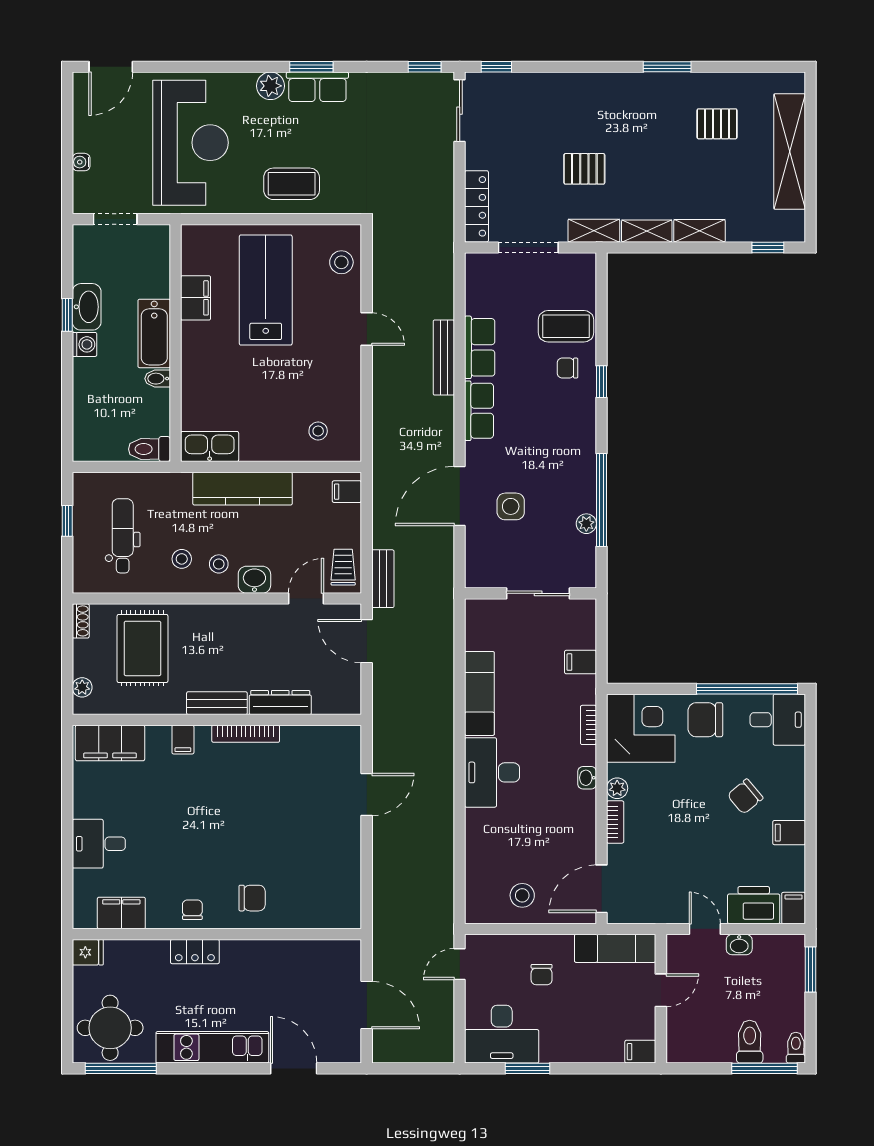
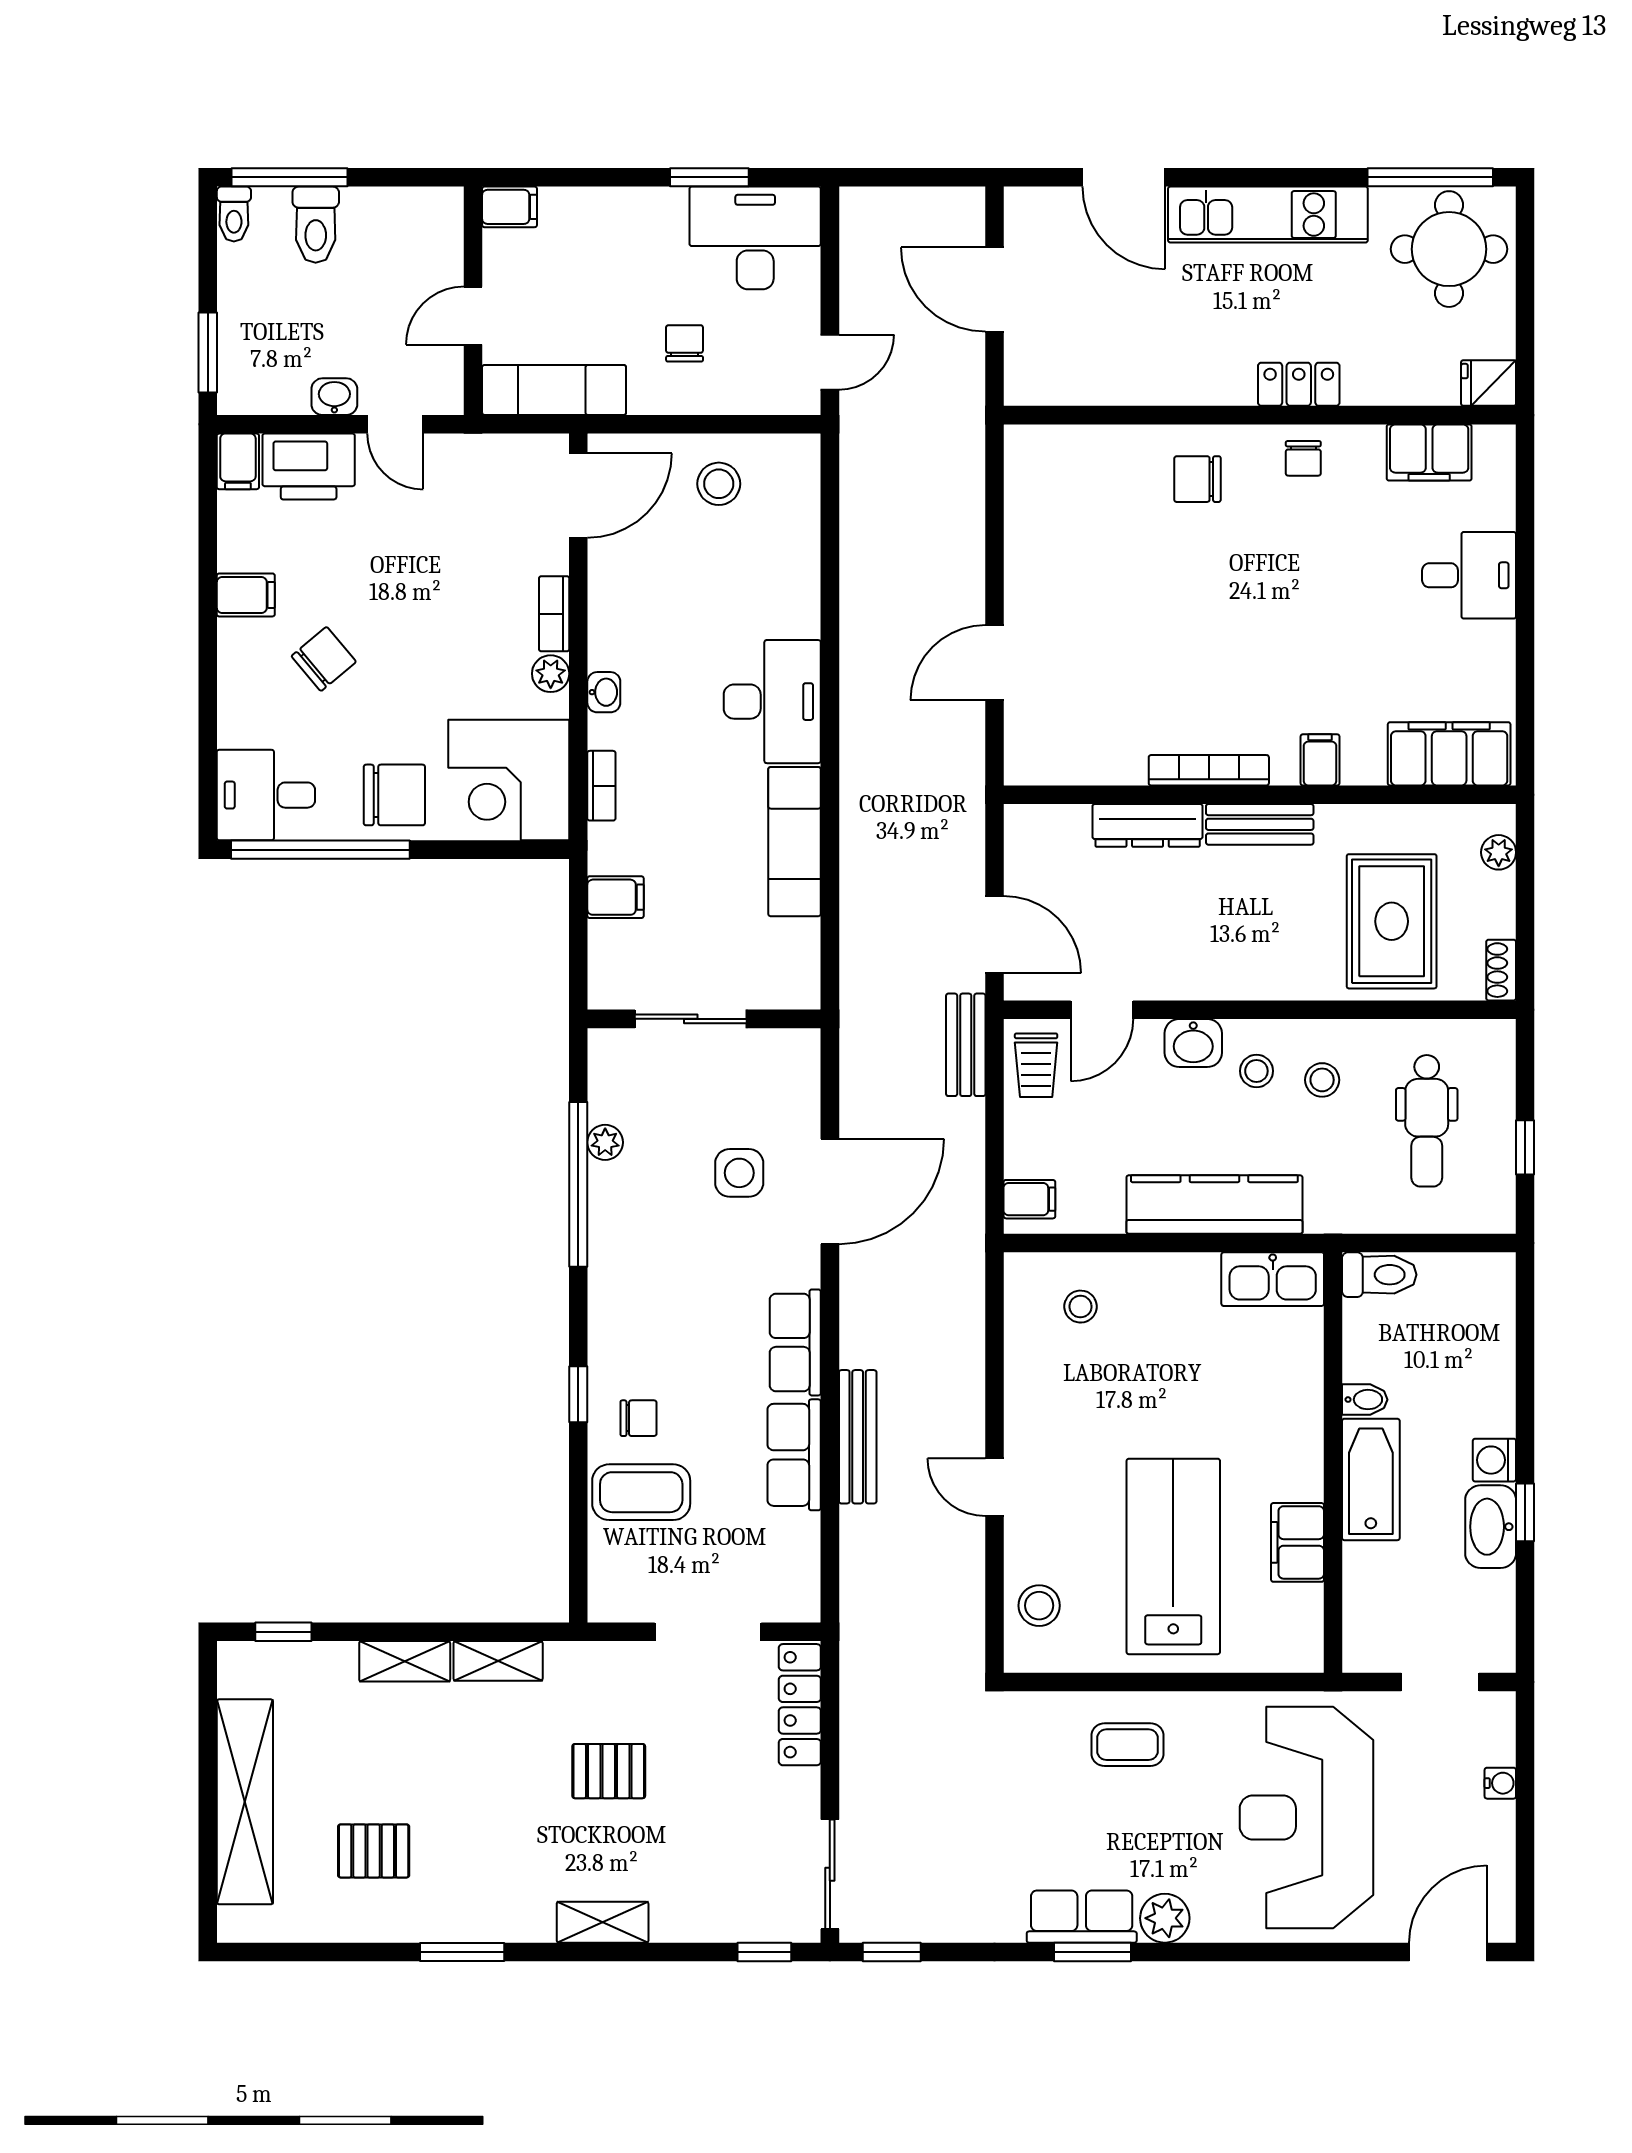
coffee table: (292, 184) -> (1127, 1745), width x0.73, depth x0.77
shelving: (594, 231) -> (603, 1922), moved
lab bench: (266, 290) -> (1173, 1556), turned 180

